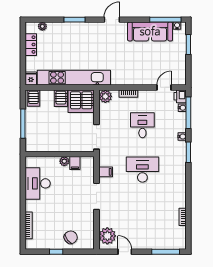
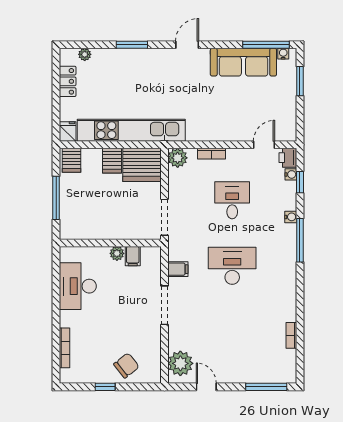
window: (188, 113) -> (300, 182), width x0.46
window: (188, 152) -> (300, 240), width x1.44

